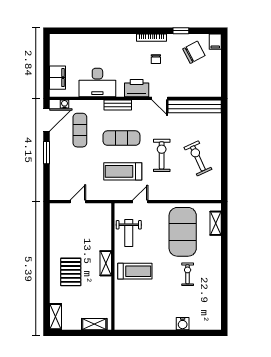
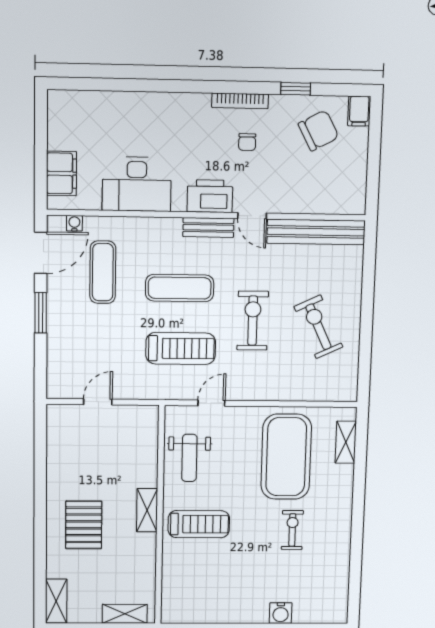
bench: (118, 105) -> (208, 227), moved
treadmill: (123, 171) -> (181, 348), turned 180

